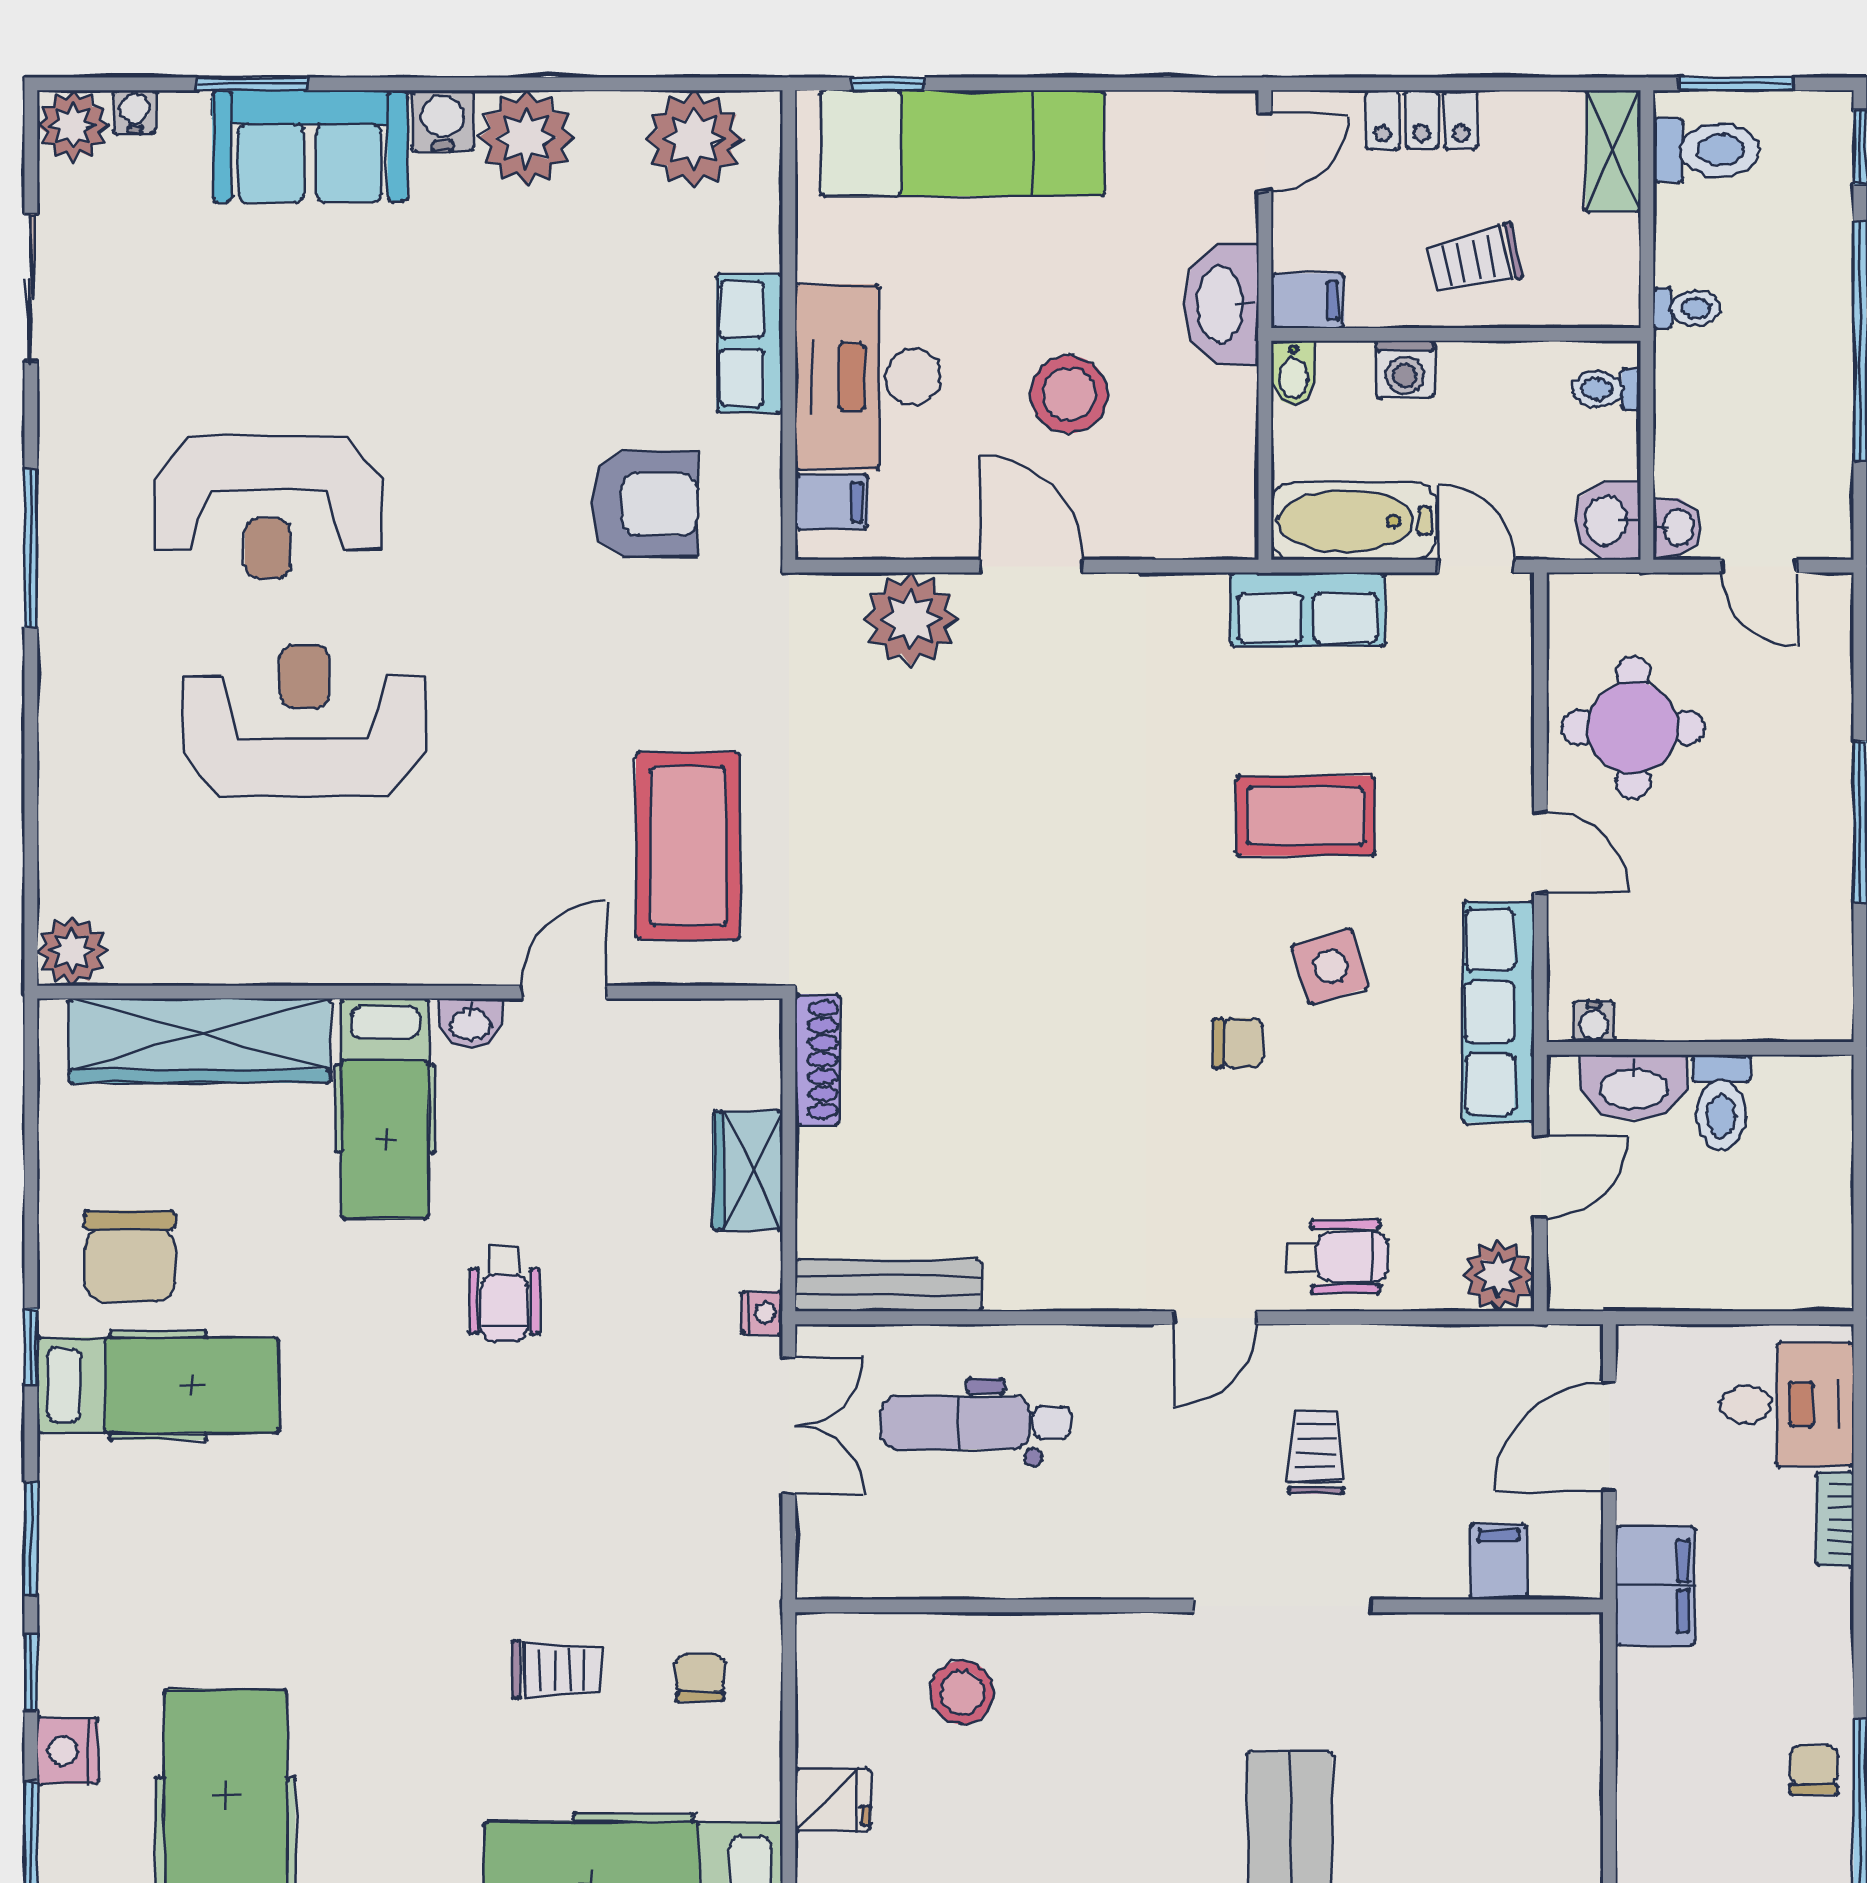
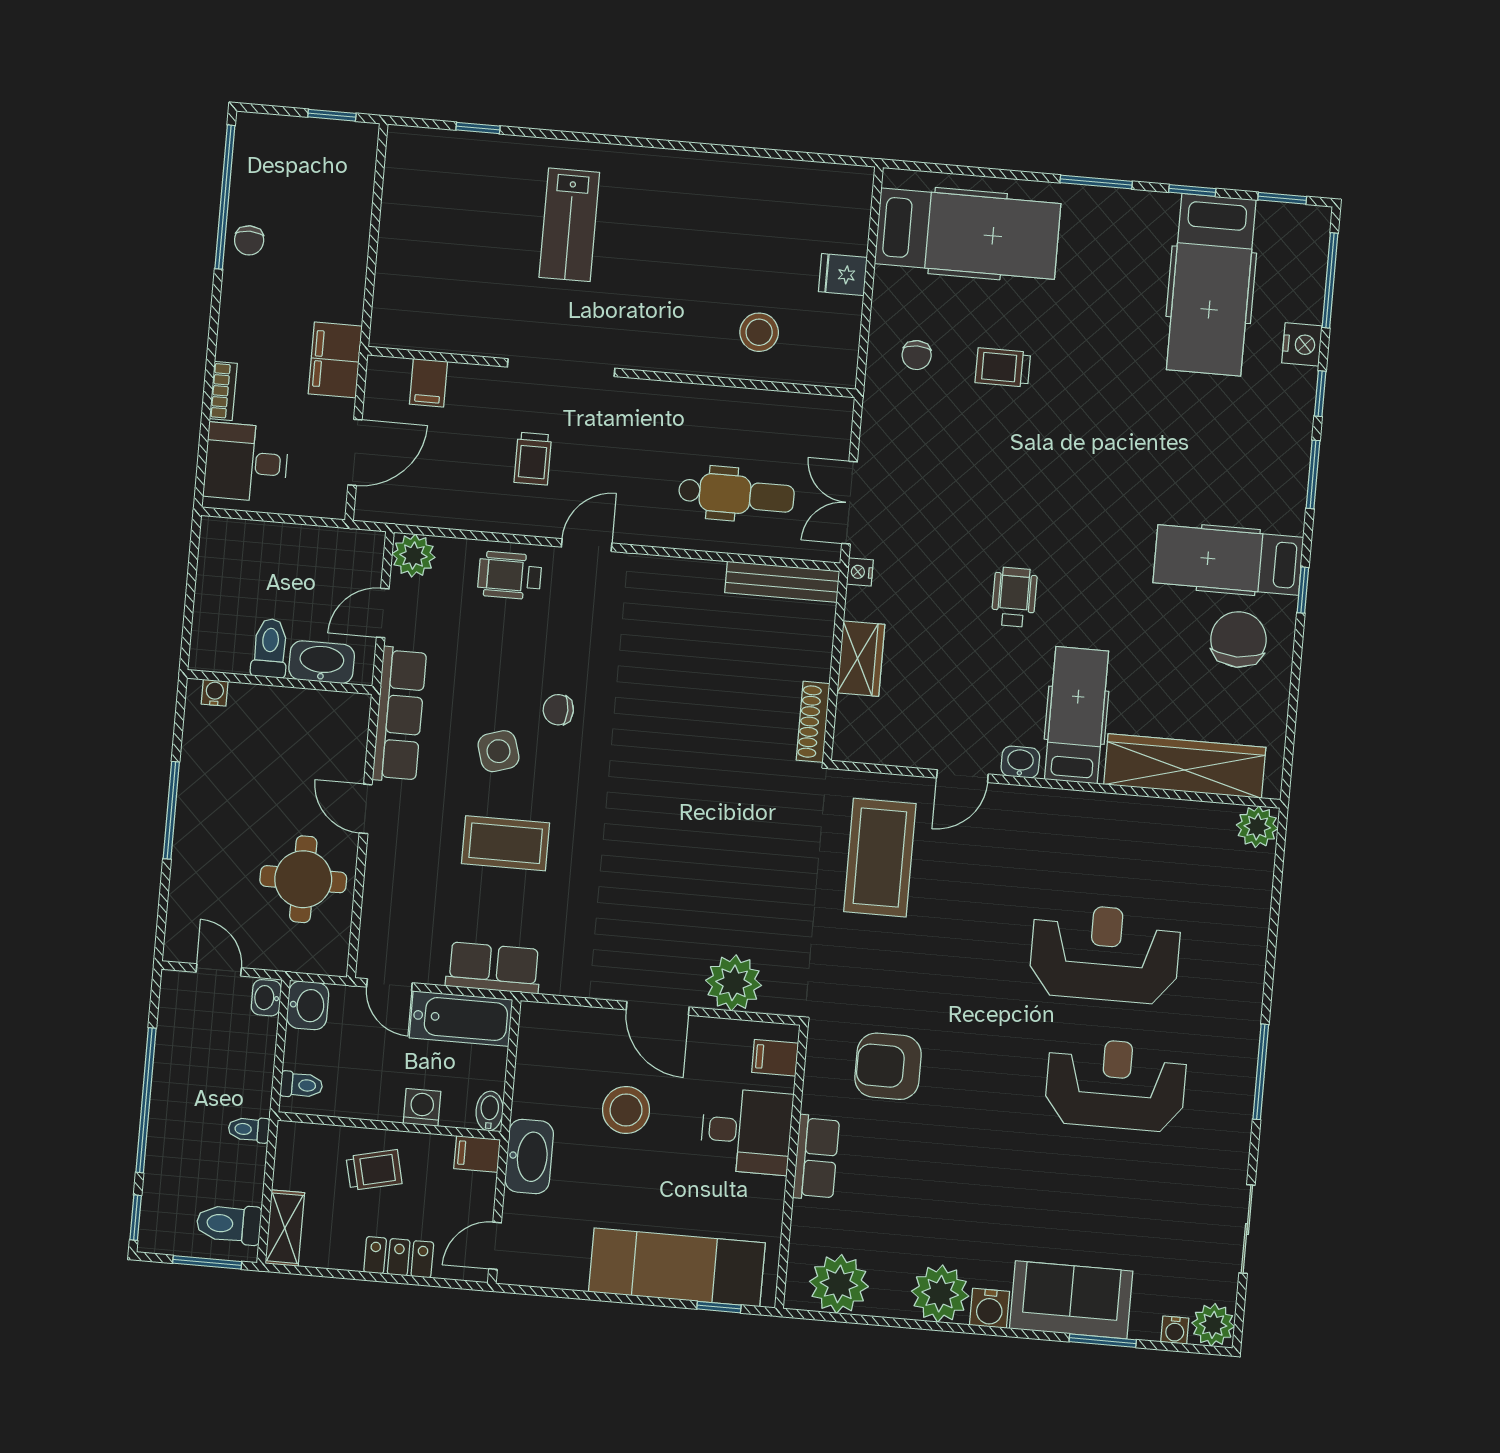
desk: (868, 377) -> (746, 1131), width x0.73
reception desk: (304, 721) -> (1105, 954), turned 180
water cooler: (1594, 1022) -> (215, 693), moved

